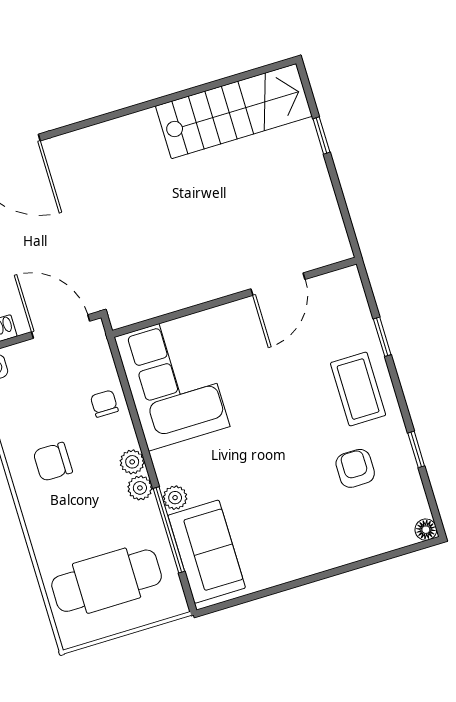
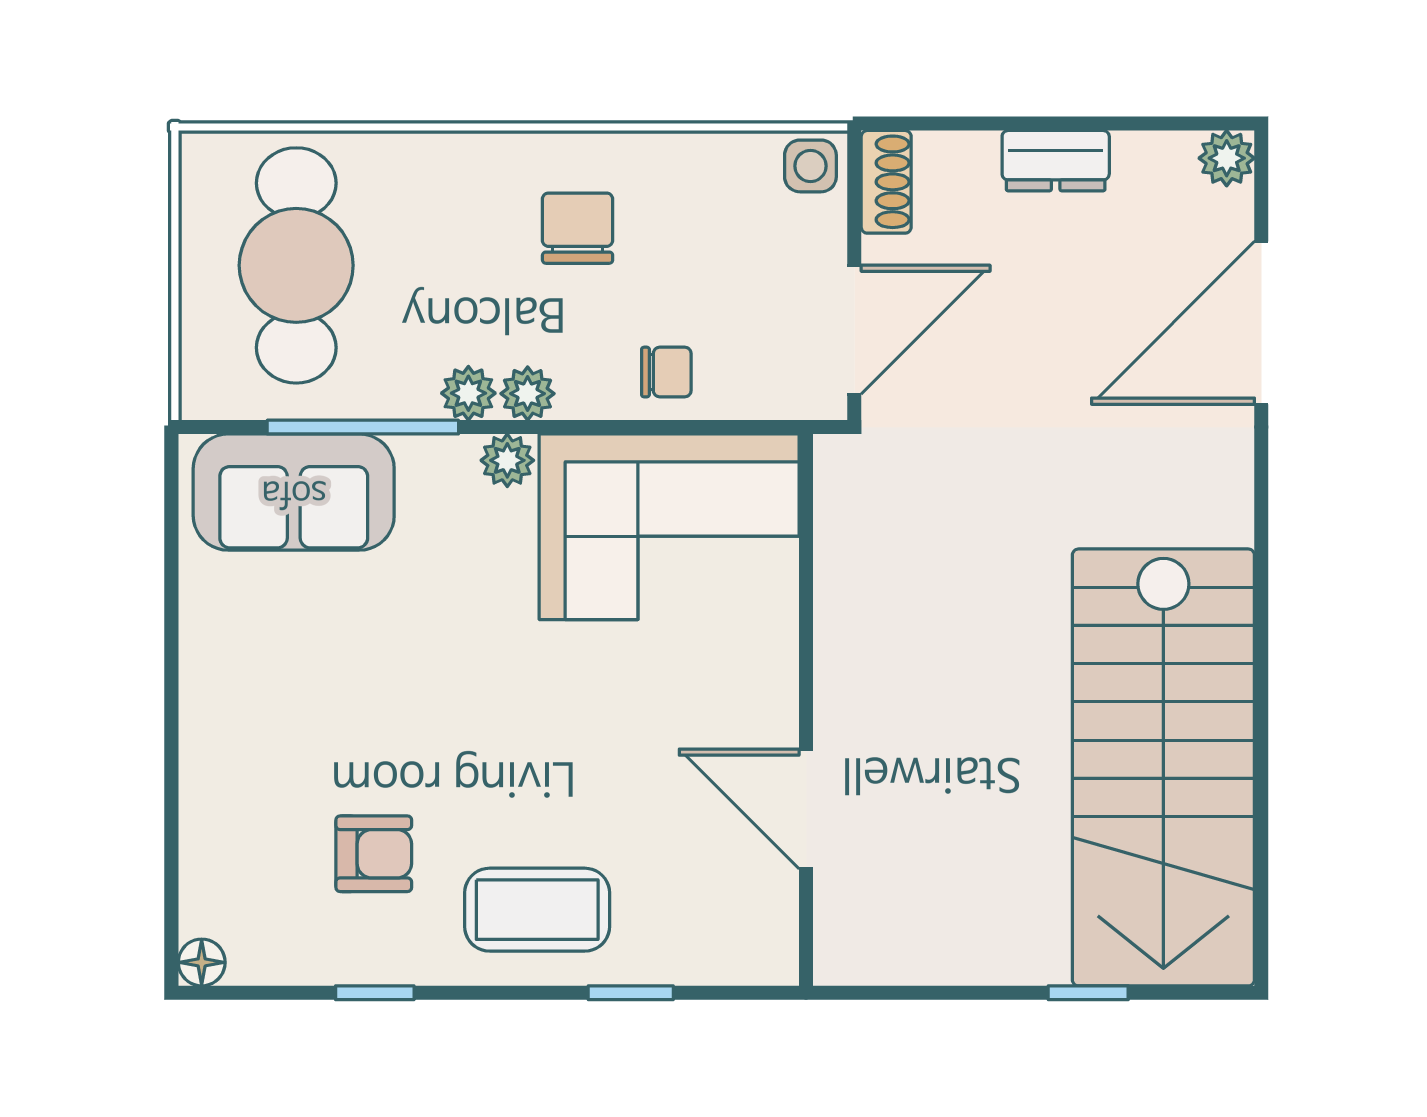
stairs: (234, 111) -> (1163, 767), width x1.36, depth x1.51
plant: (175, 498) -> (507, 460), moved

